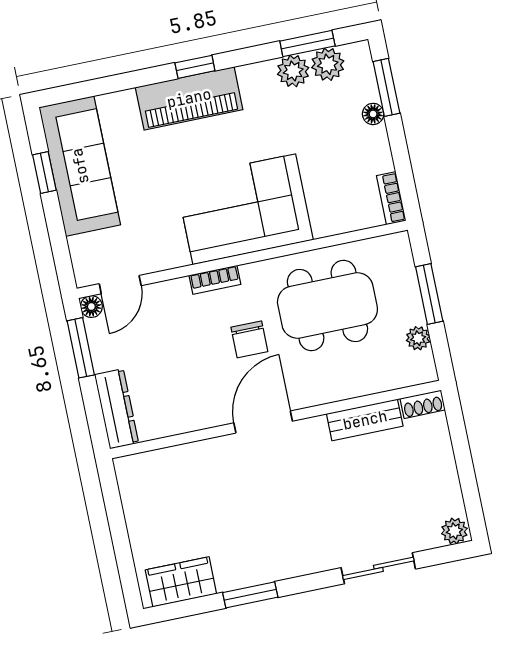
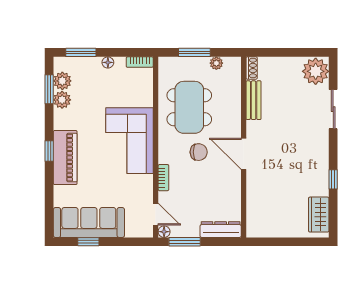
floor lamp: (373, 114) -> (108, 62), moved
bookcase: (215, 280) -> (163, 178), moved
plant: (454, 531) -> (316, 71), width x1.88, depth x1.88
window: (250, 595) -> (333, 179), width x0.67

